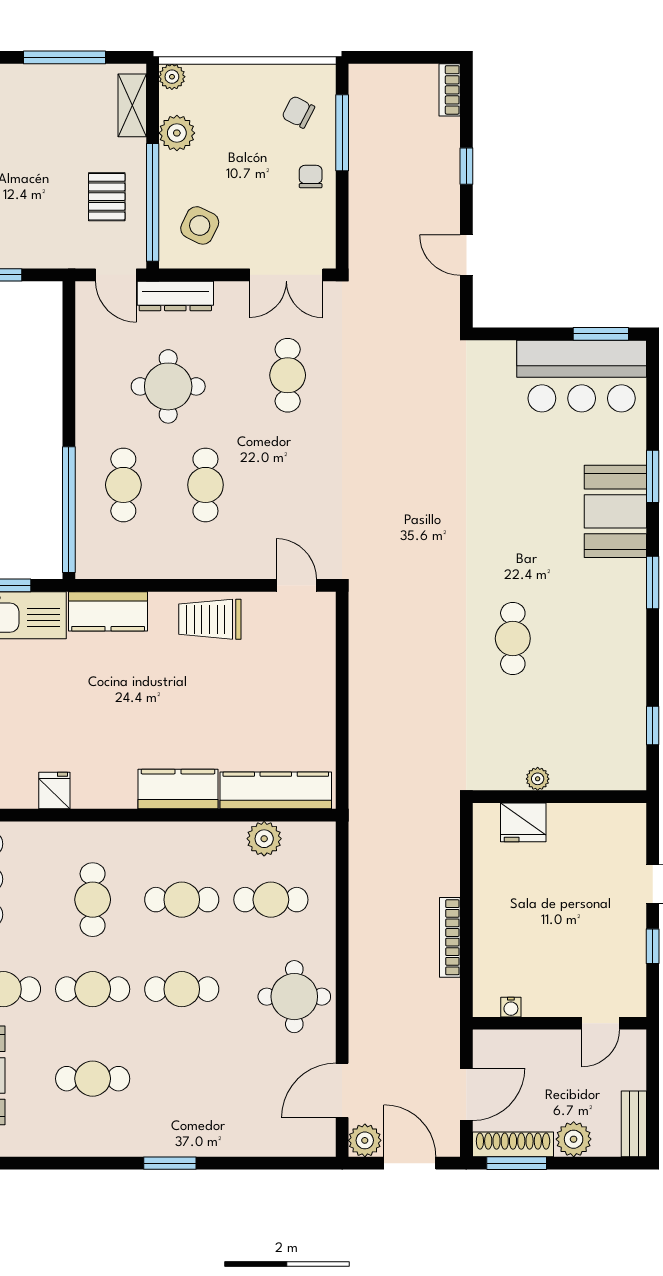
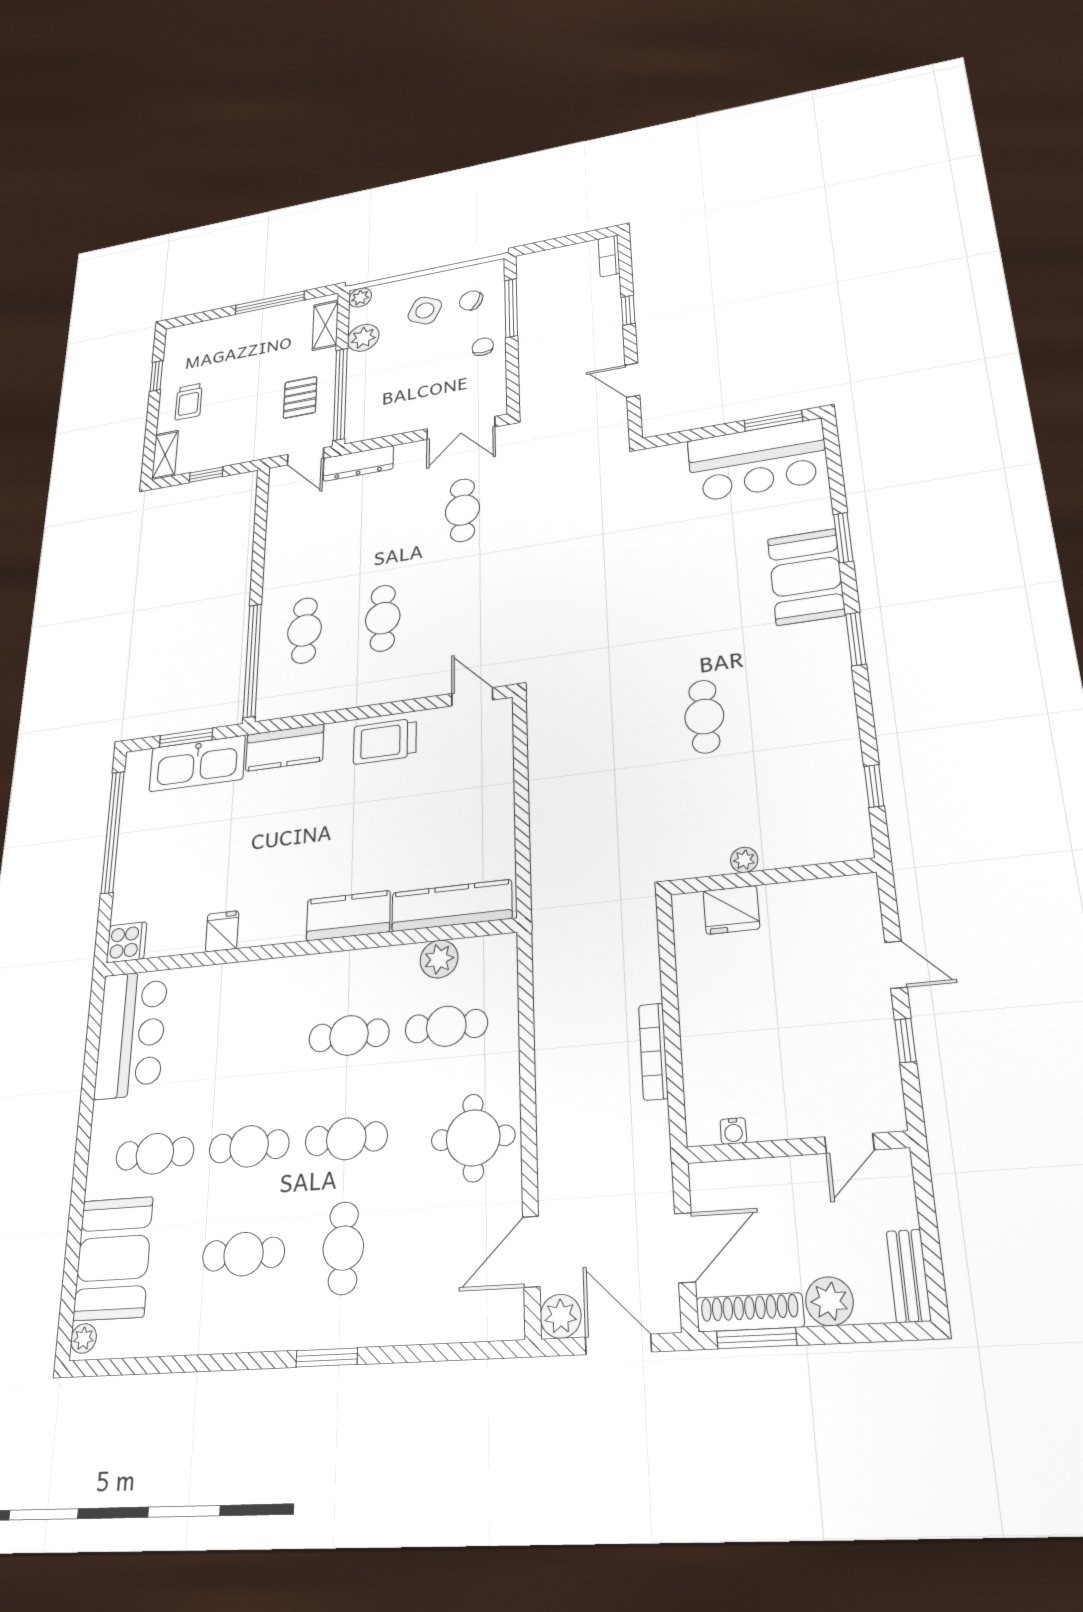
side table: (200, 225) -> (425, 310), moved
round table: (168, 386) -> (350, 539), removed
cafe table: (93, 900) -> (343, 1248), moved

